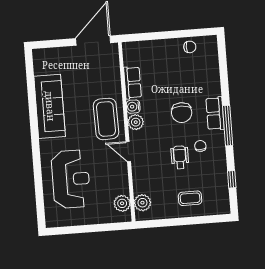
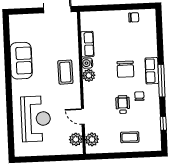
sofa: (50, 106) -> (21, 61), width x0.73
coffee table: (106, 119) -> (65, 72), width x0.73, depth x0.76
door: (128, 151) -> (83, 116), moved

